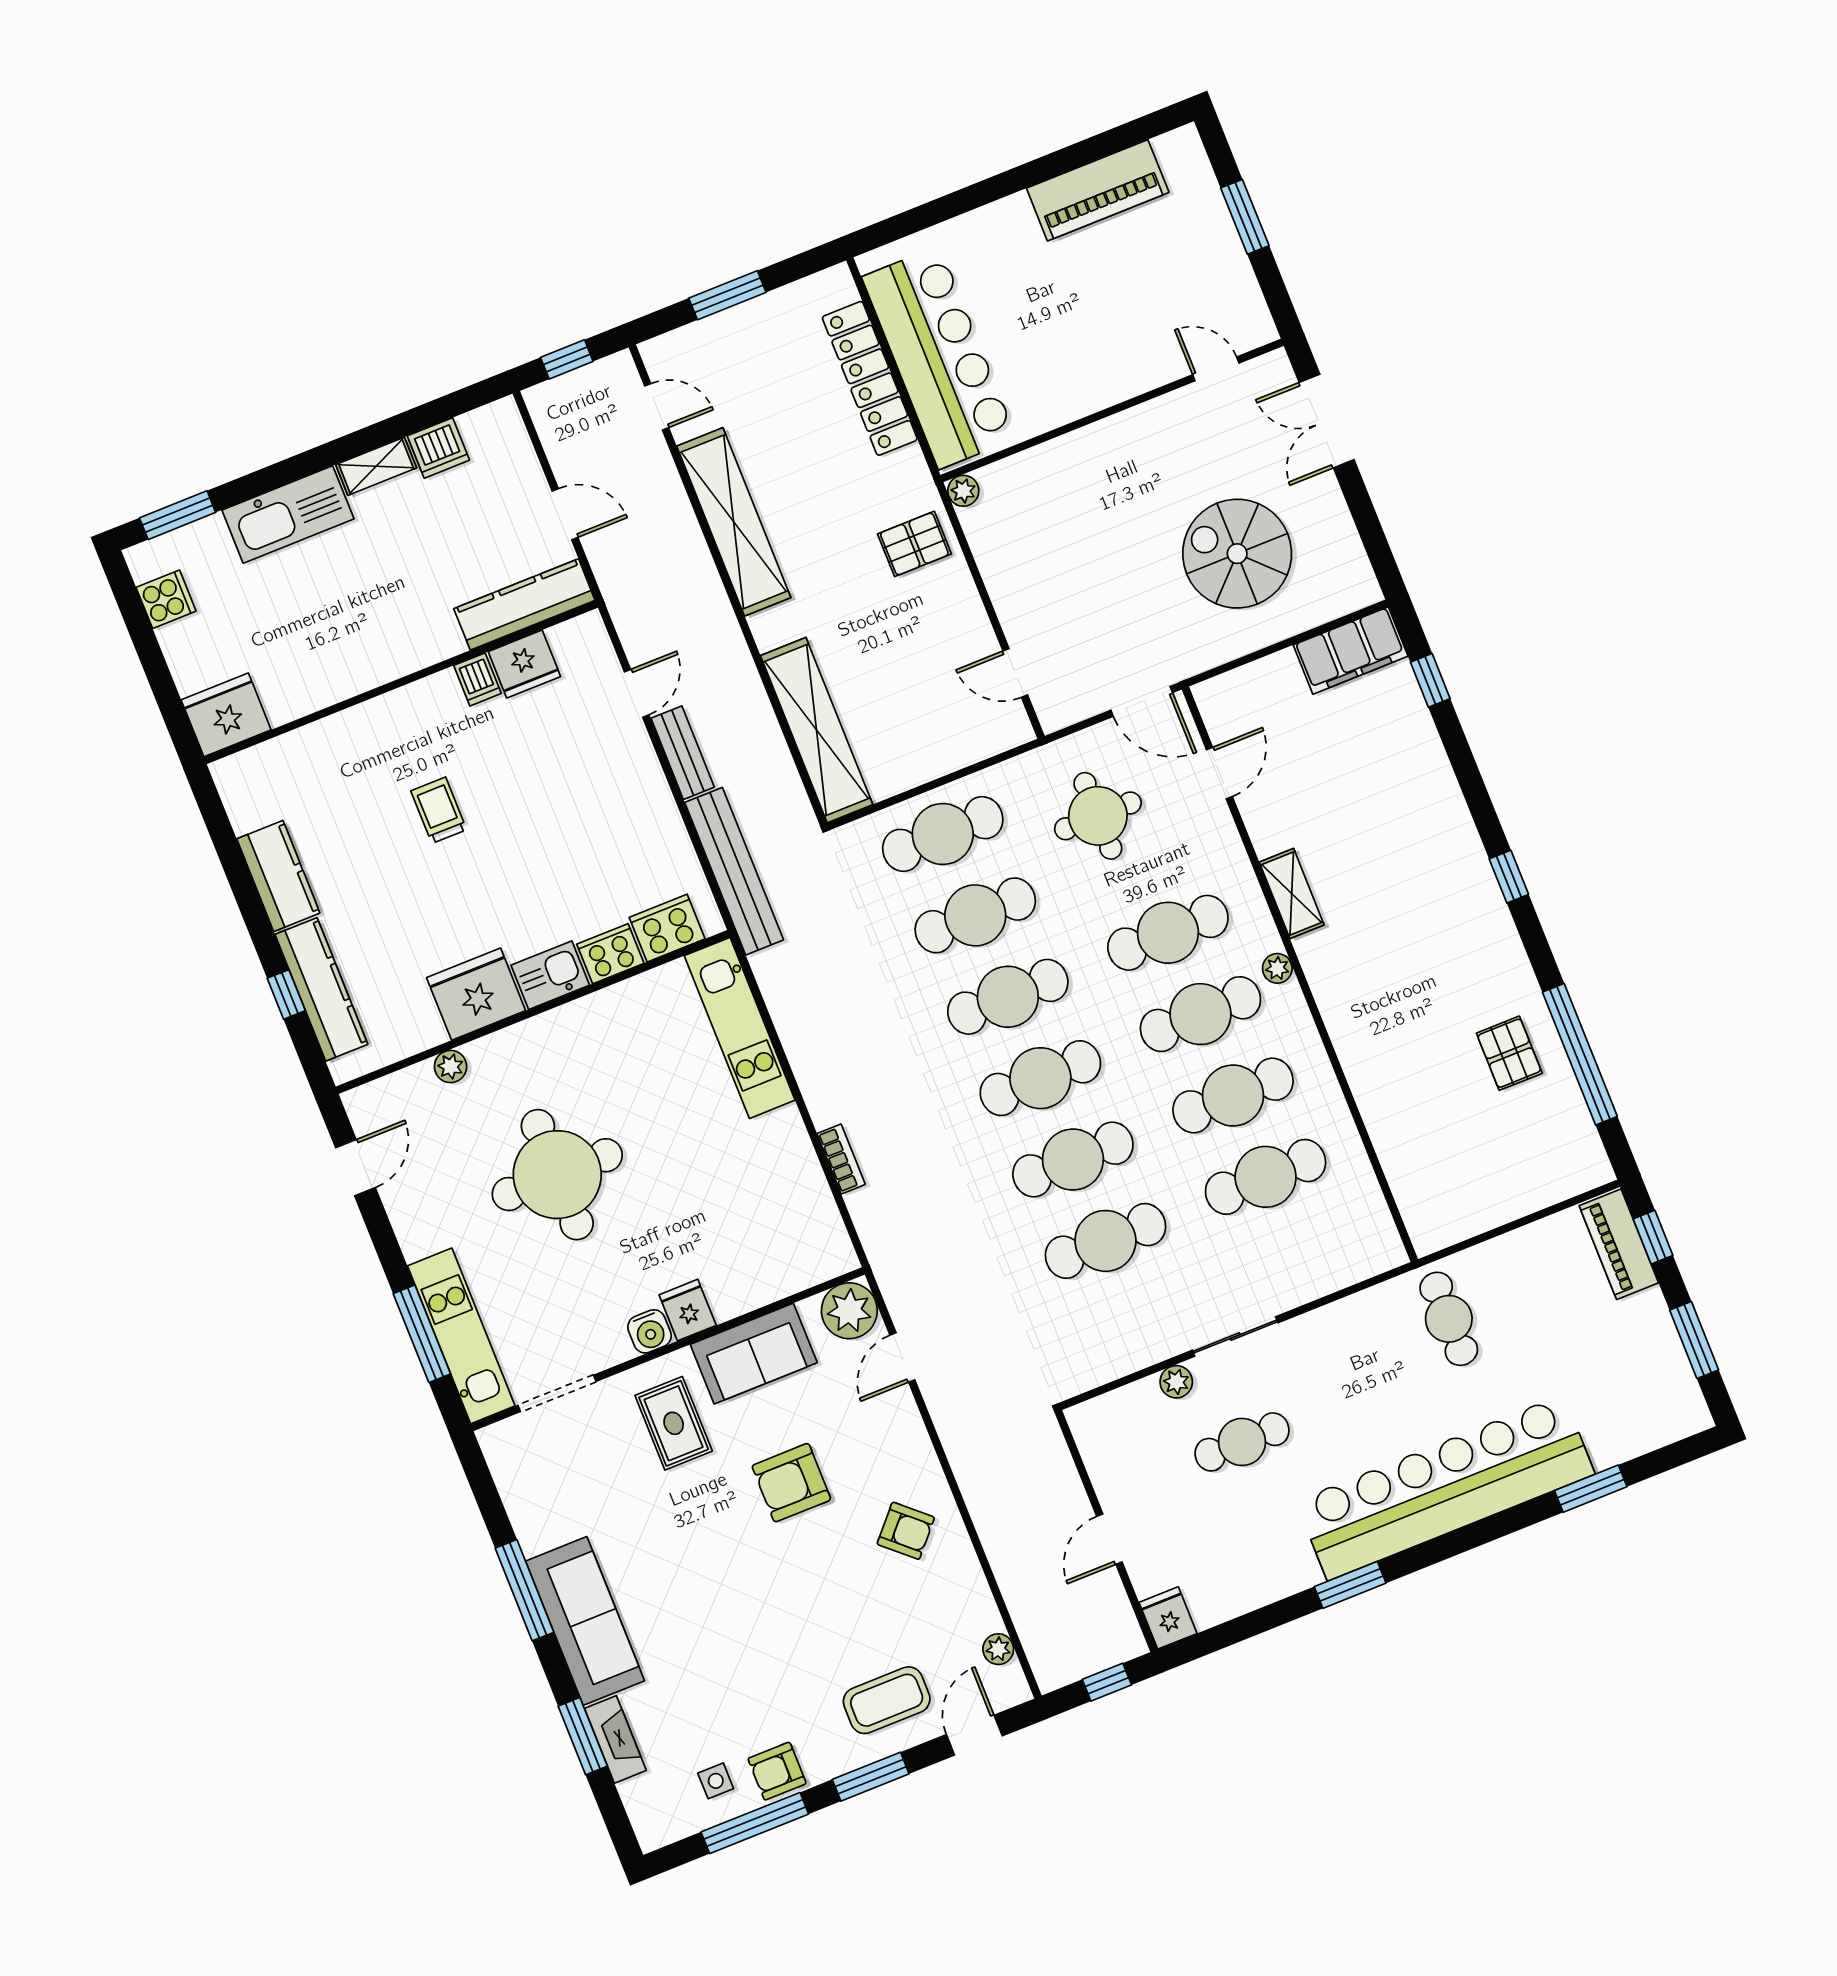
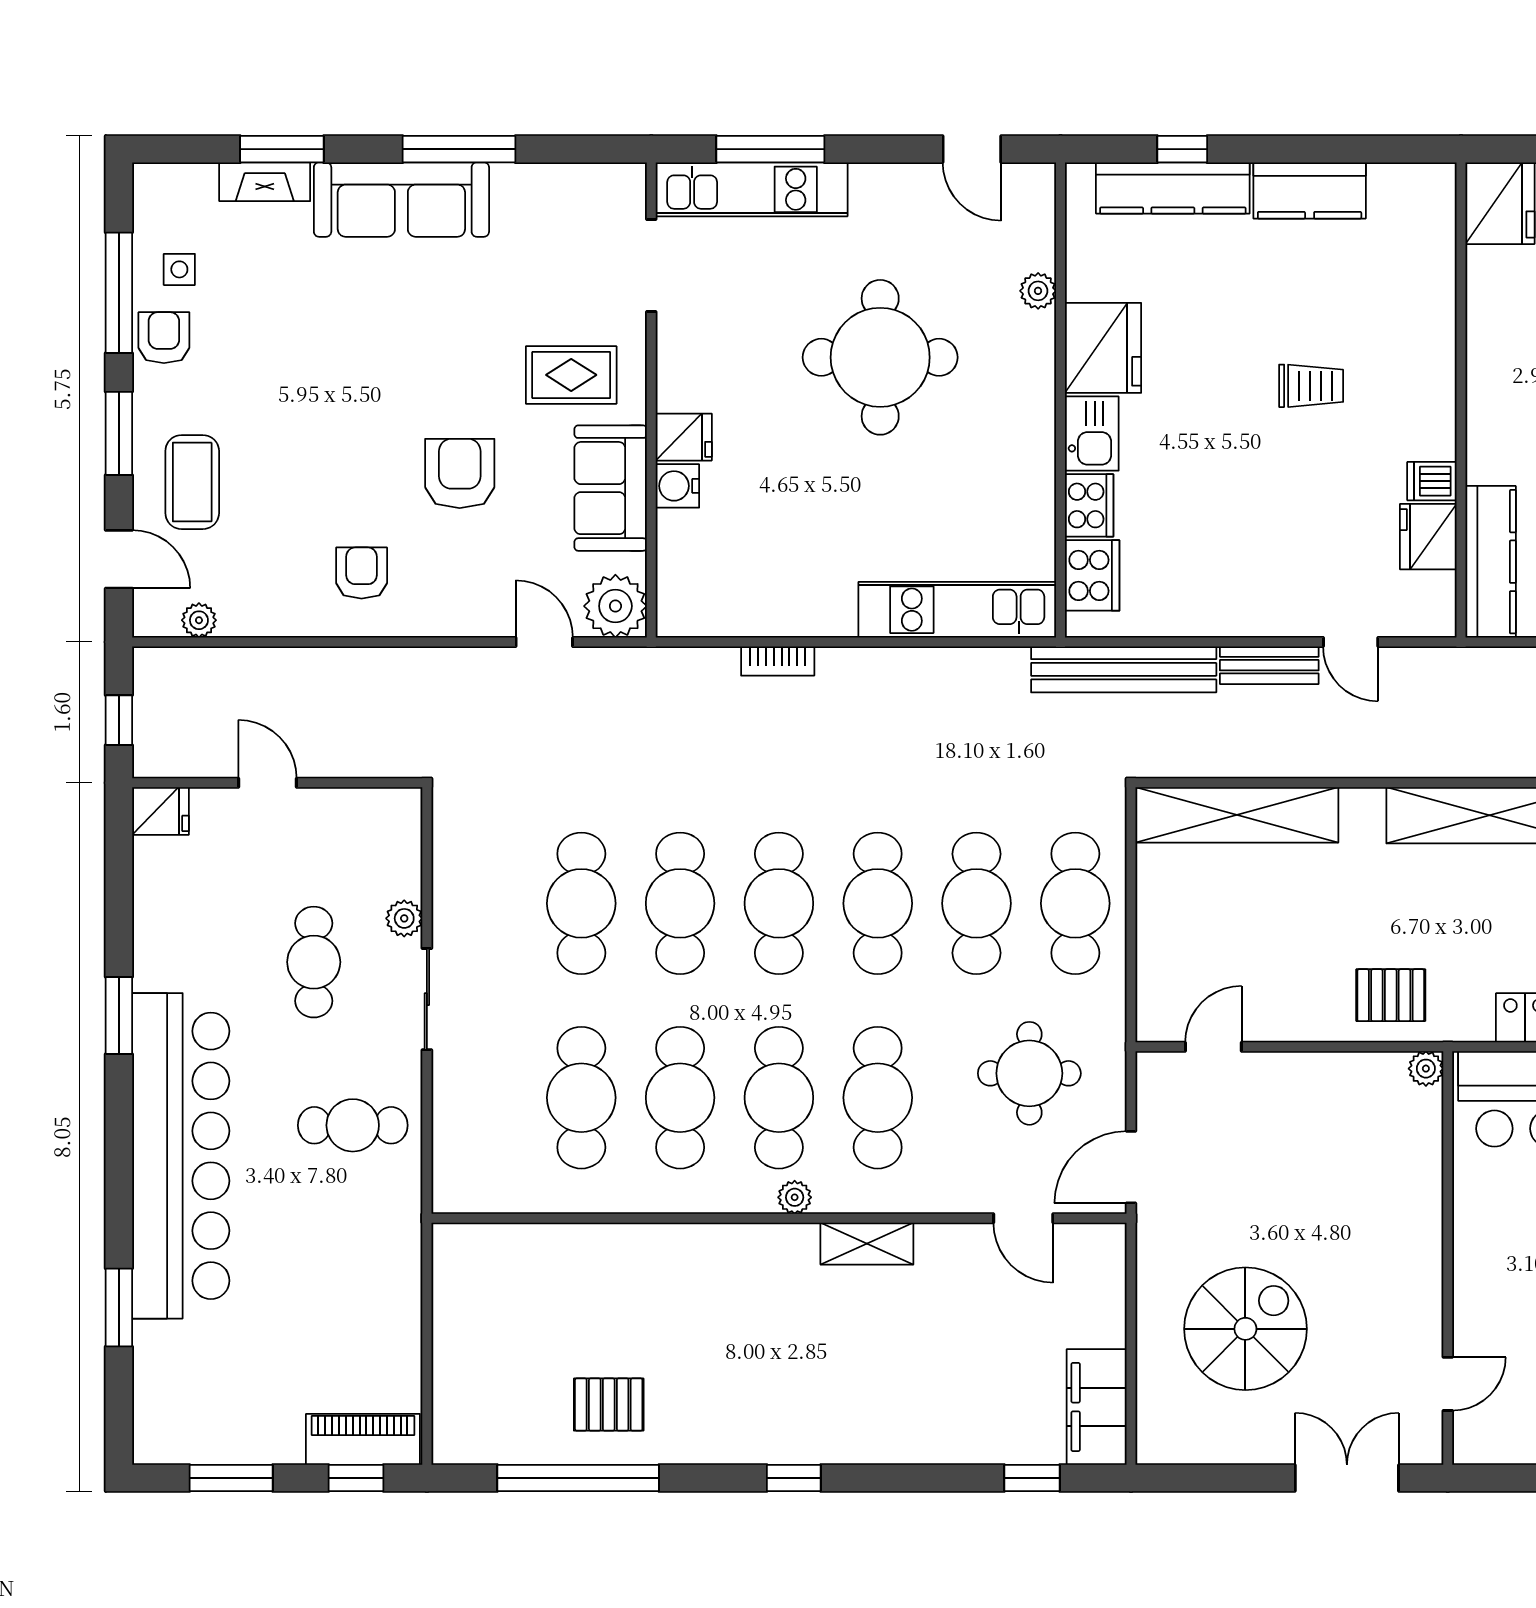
pallet: (914, 544) -> (1391, 995), turned 90
cafe table: (1449, 1319) -> (353, 1125), moved
water cooler: (649, 1331) -> (677, 486), moved
armchair: (906, 1531) -> (362, 573), turned 138

